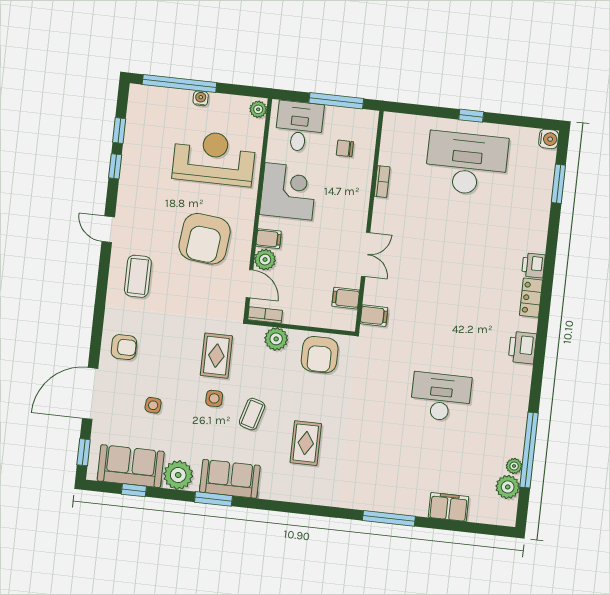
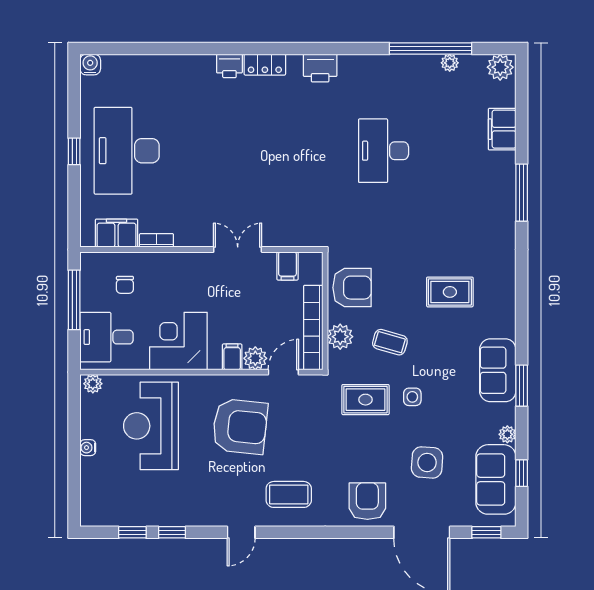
window: (179, 83) -> (74, 472), removed
window: (558, 184) -> (138, 48), removed
bookcase: (265, 315) -> (313, 328), width x2.31, depth x1.31
filing cabinet: (374, 316) -> (117, 233), moved, width x2.00
armchair: (124, 347) -> (367, 501), width x1.38, depth x1.38
side table: (153, 405) -> (427, 462), width x1.87, depth x1.87
coffee table: (252, 414) -> (390, 342), moved
plant: (178, 475) -> (507, 434), width x0.53, depth x0.53
plant: (508, 487) -> (500, 67), moved

